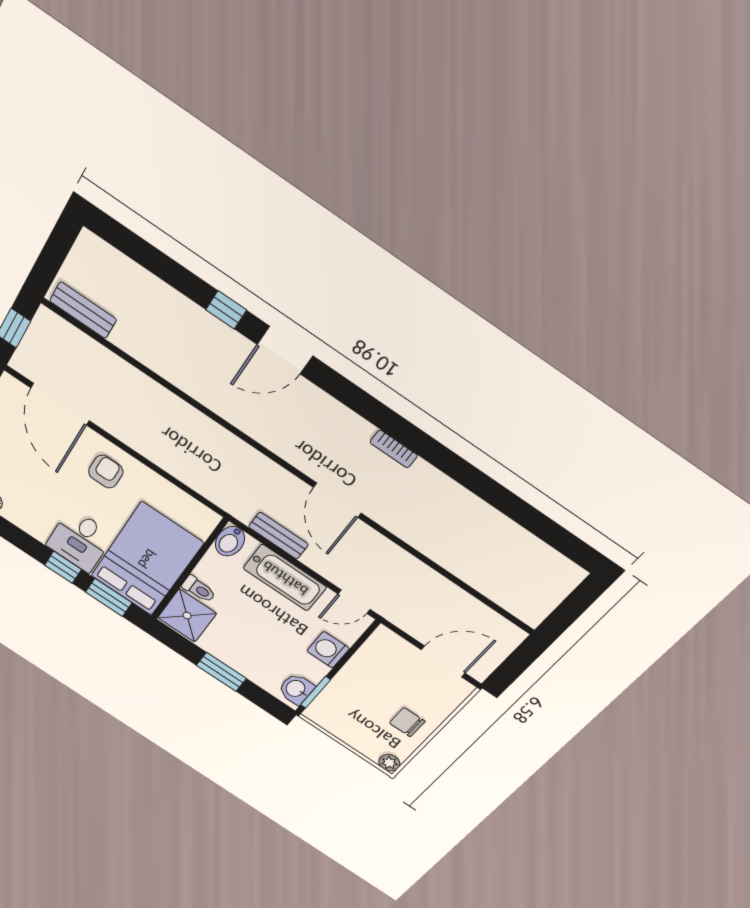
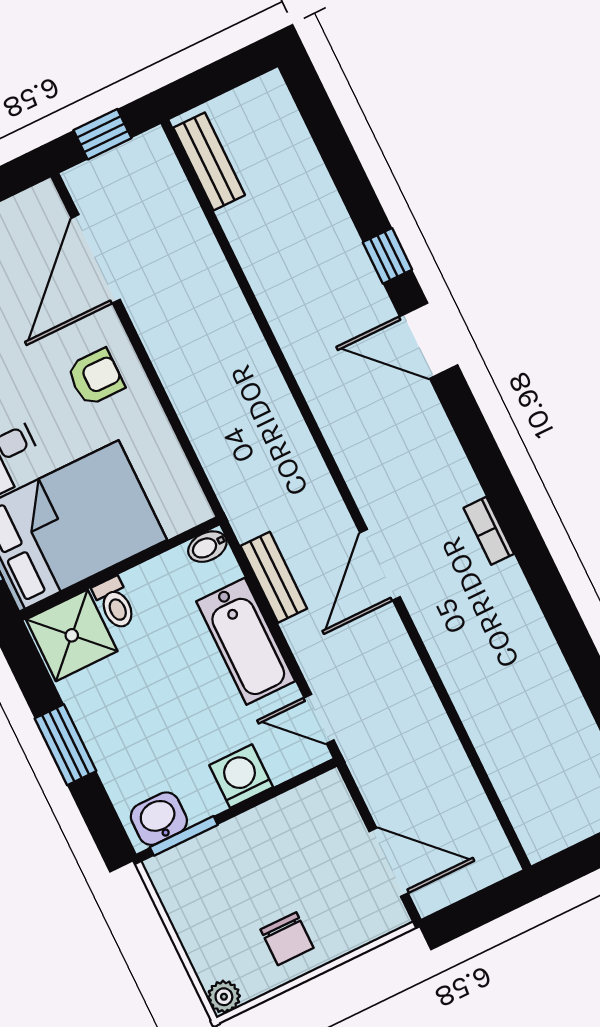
bidet: (230, 541) -> (207, 547), width x0.72, depth x0.74
chair: (407, 722) -> (287, 939), turned 180

